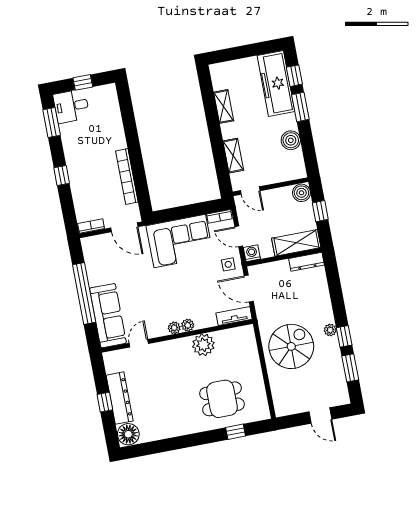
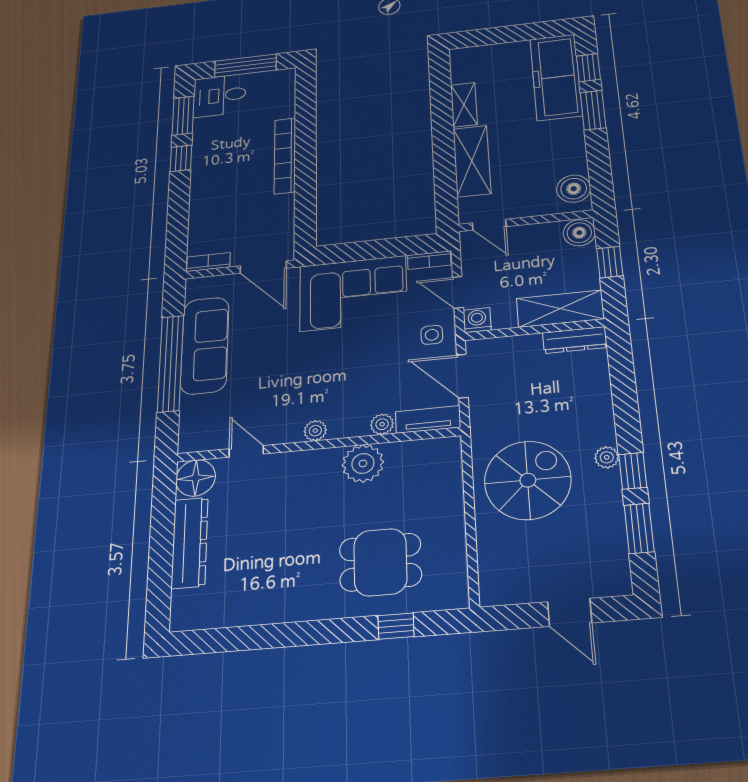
window: (83, 82) -> (245, 66), width x2.17
boiler: (291, 140) -> (574, 189), moved
shelving: (233, 156) -> (472, 161), width x1.50, depth x1.33
window: (62, 175) -> (181, 158), moved
bookcase: (127, 176) -> (285, 156), moved
sofa: (108, 316) -> (205, 345), moved
plant: (188, 325) -> (382, 424), moved
door: (139, 343) -> (246, 451), hinge flipped
window: (105, 402) -> (161, 547), removed
floor lamp: (128, 434) -> (196, 478), moved

